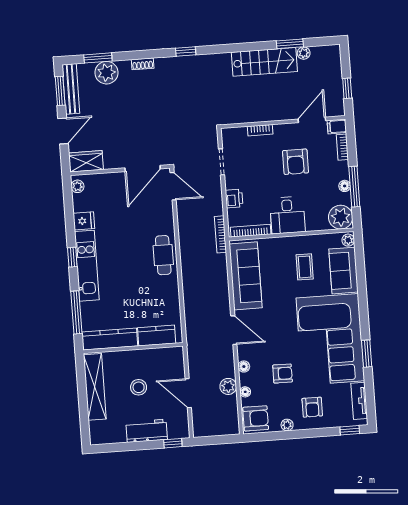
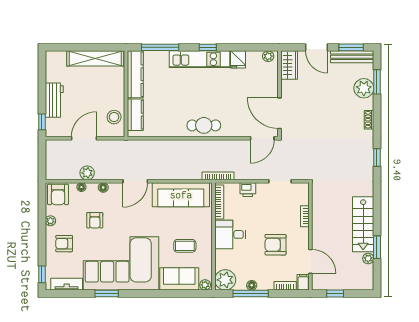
stool: (139, 387) -> (114, 117), moved

